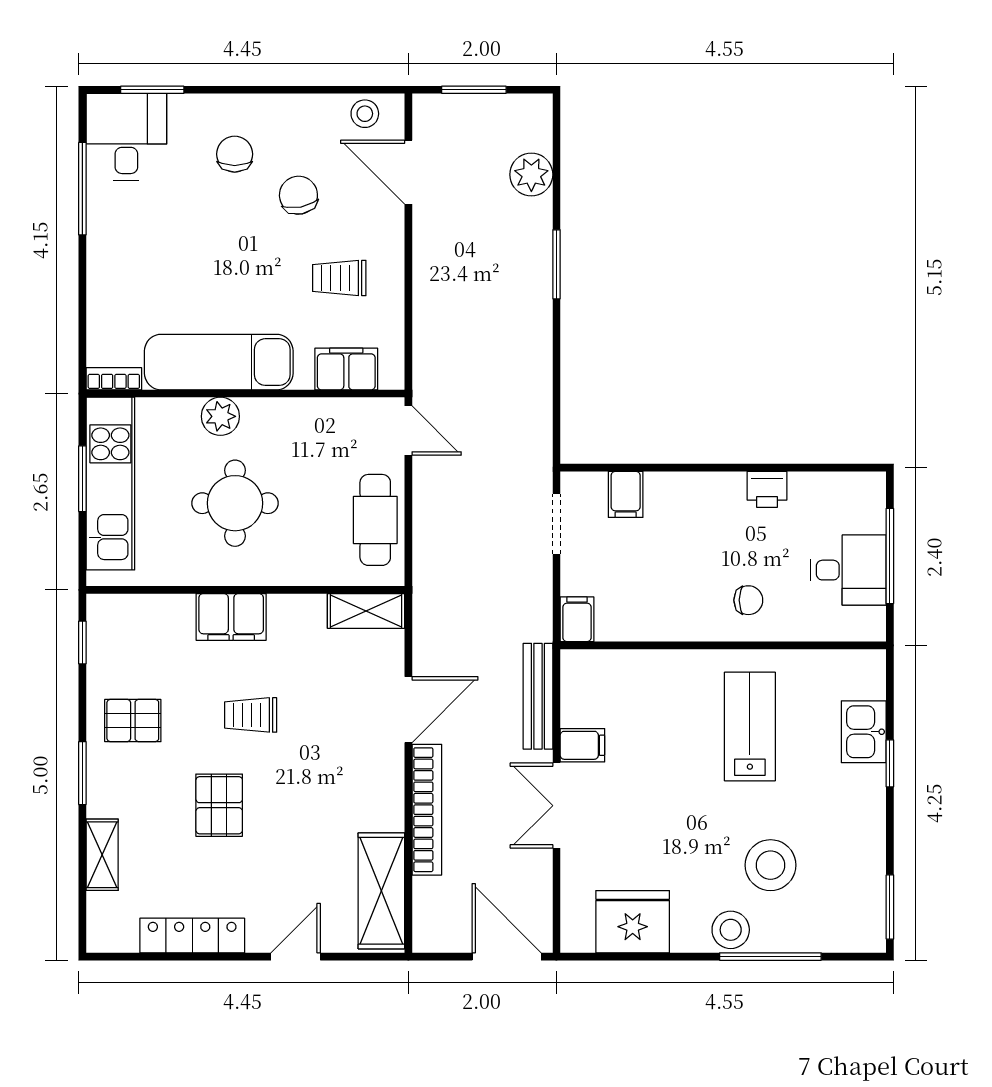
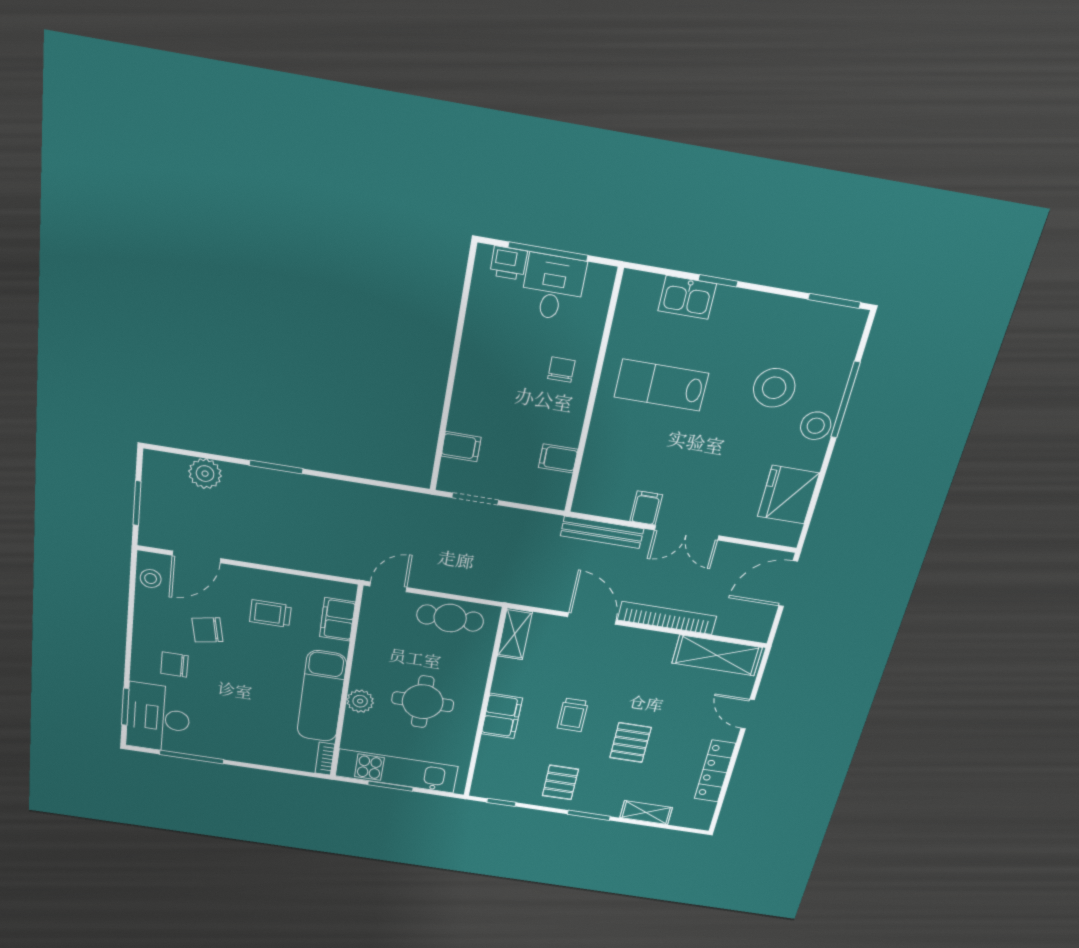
desk: (126, 137) -> (158, 718), width x1.37
trolley: (339, 278) -> (270, 614), turned 90
printer: (767, 489) -> (508, 263), moved, turned 90
filing cabinet: (577, 619) -> (558, 458), moved
pallet: (219, 805) -> (630, 742), turned 90

